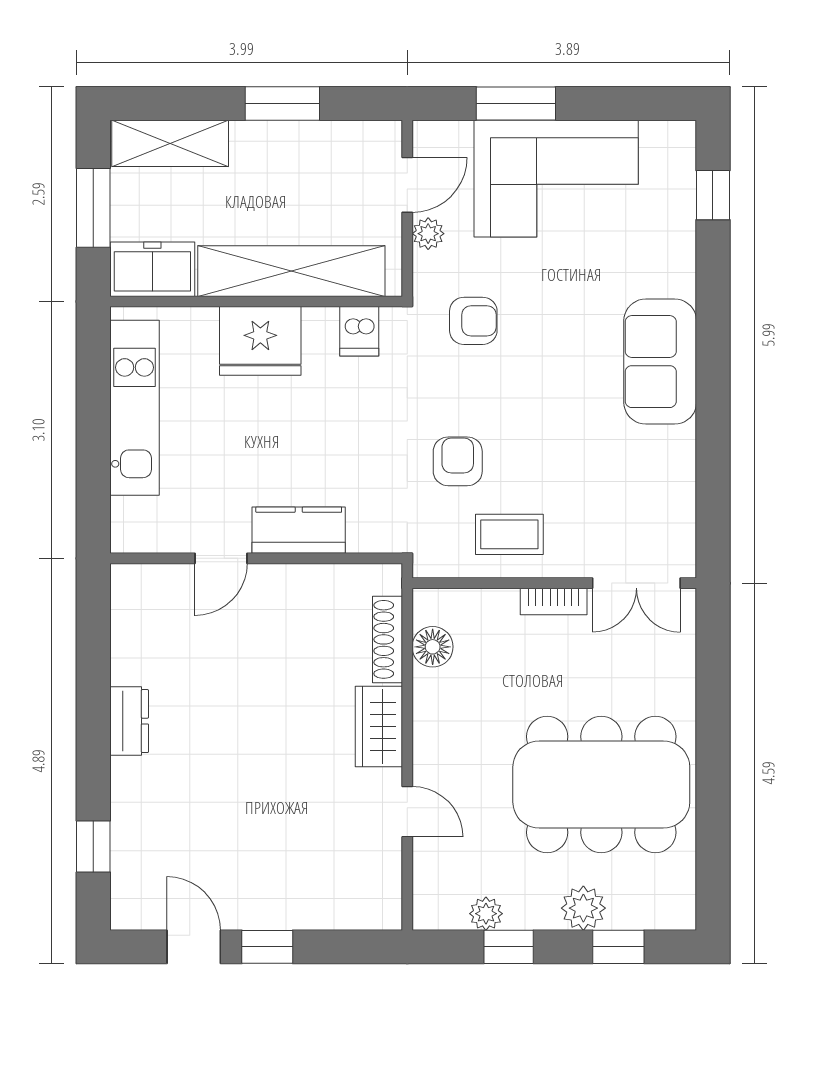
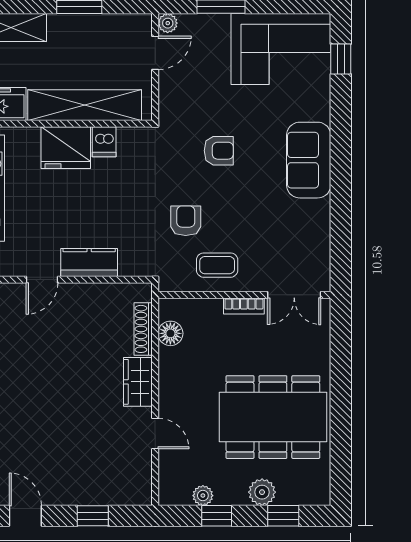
corner sofa: (556, 179) -> (281, 49), moved
plant: (428, 234) -> (168, 23), moved
armchair: (473, 321) -> (219, 151), moved
dishwasher: (359, 331) -> (104, 142), moved
window: (267, 947) -> (93, 516), moved

